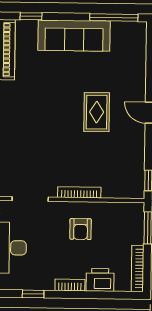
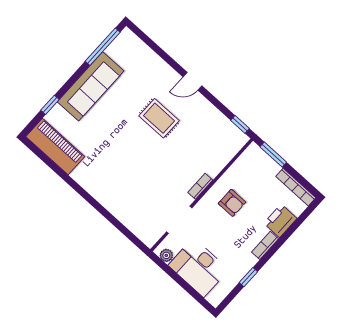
bookcase: (79, 192) -> (200, 186), width x0.64

